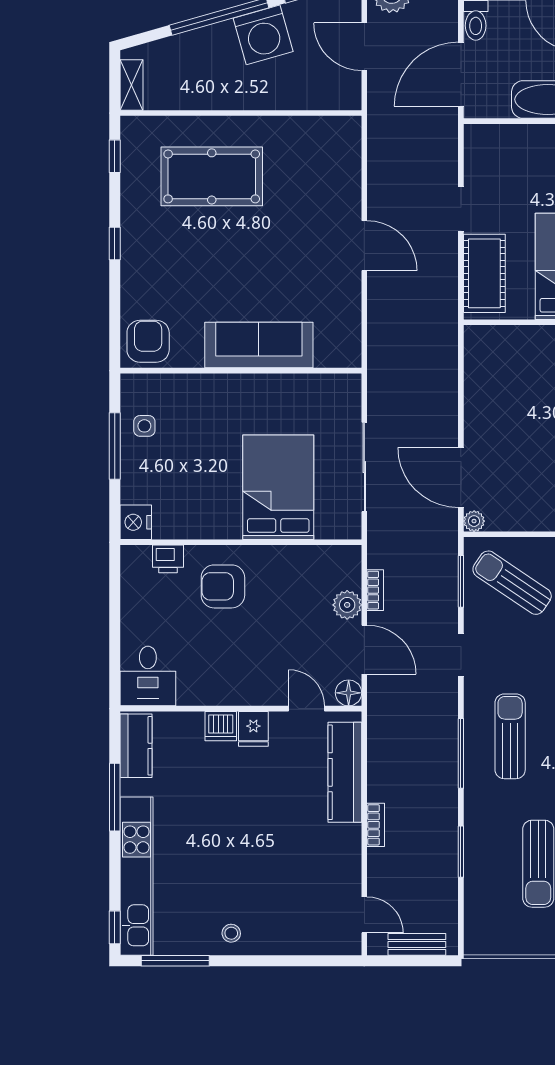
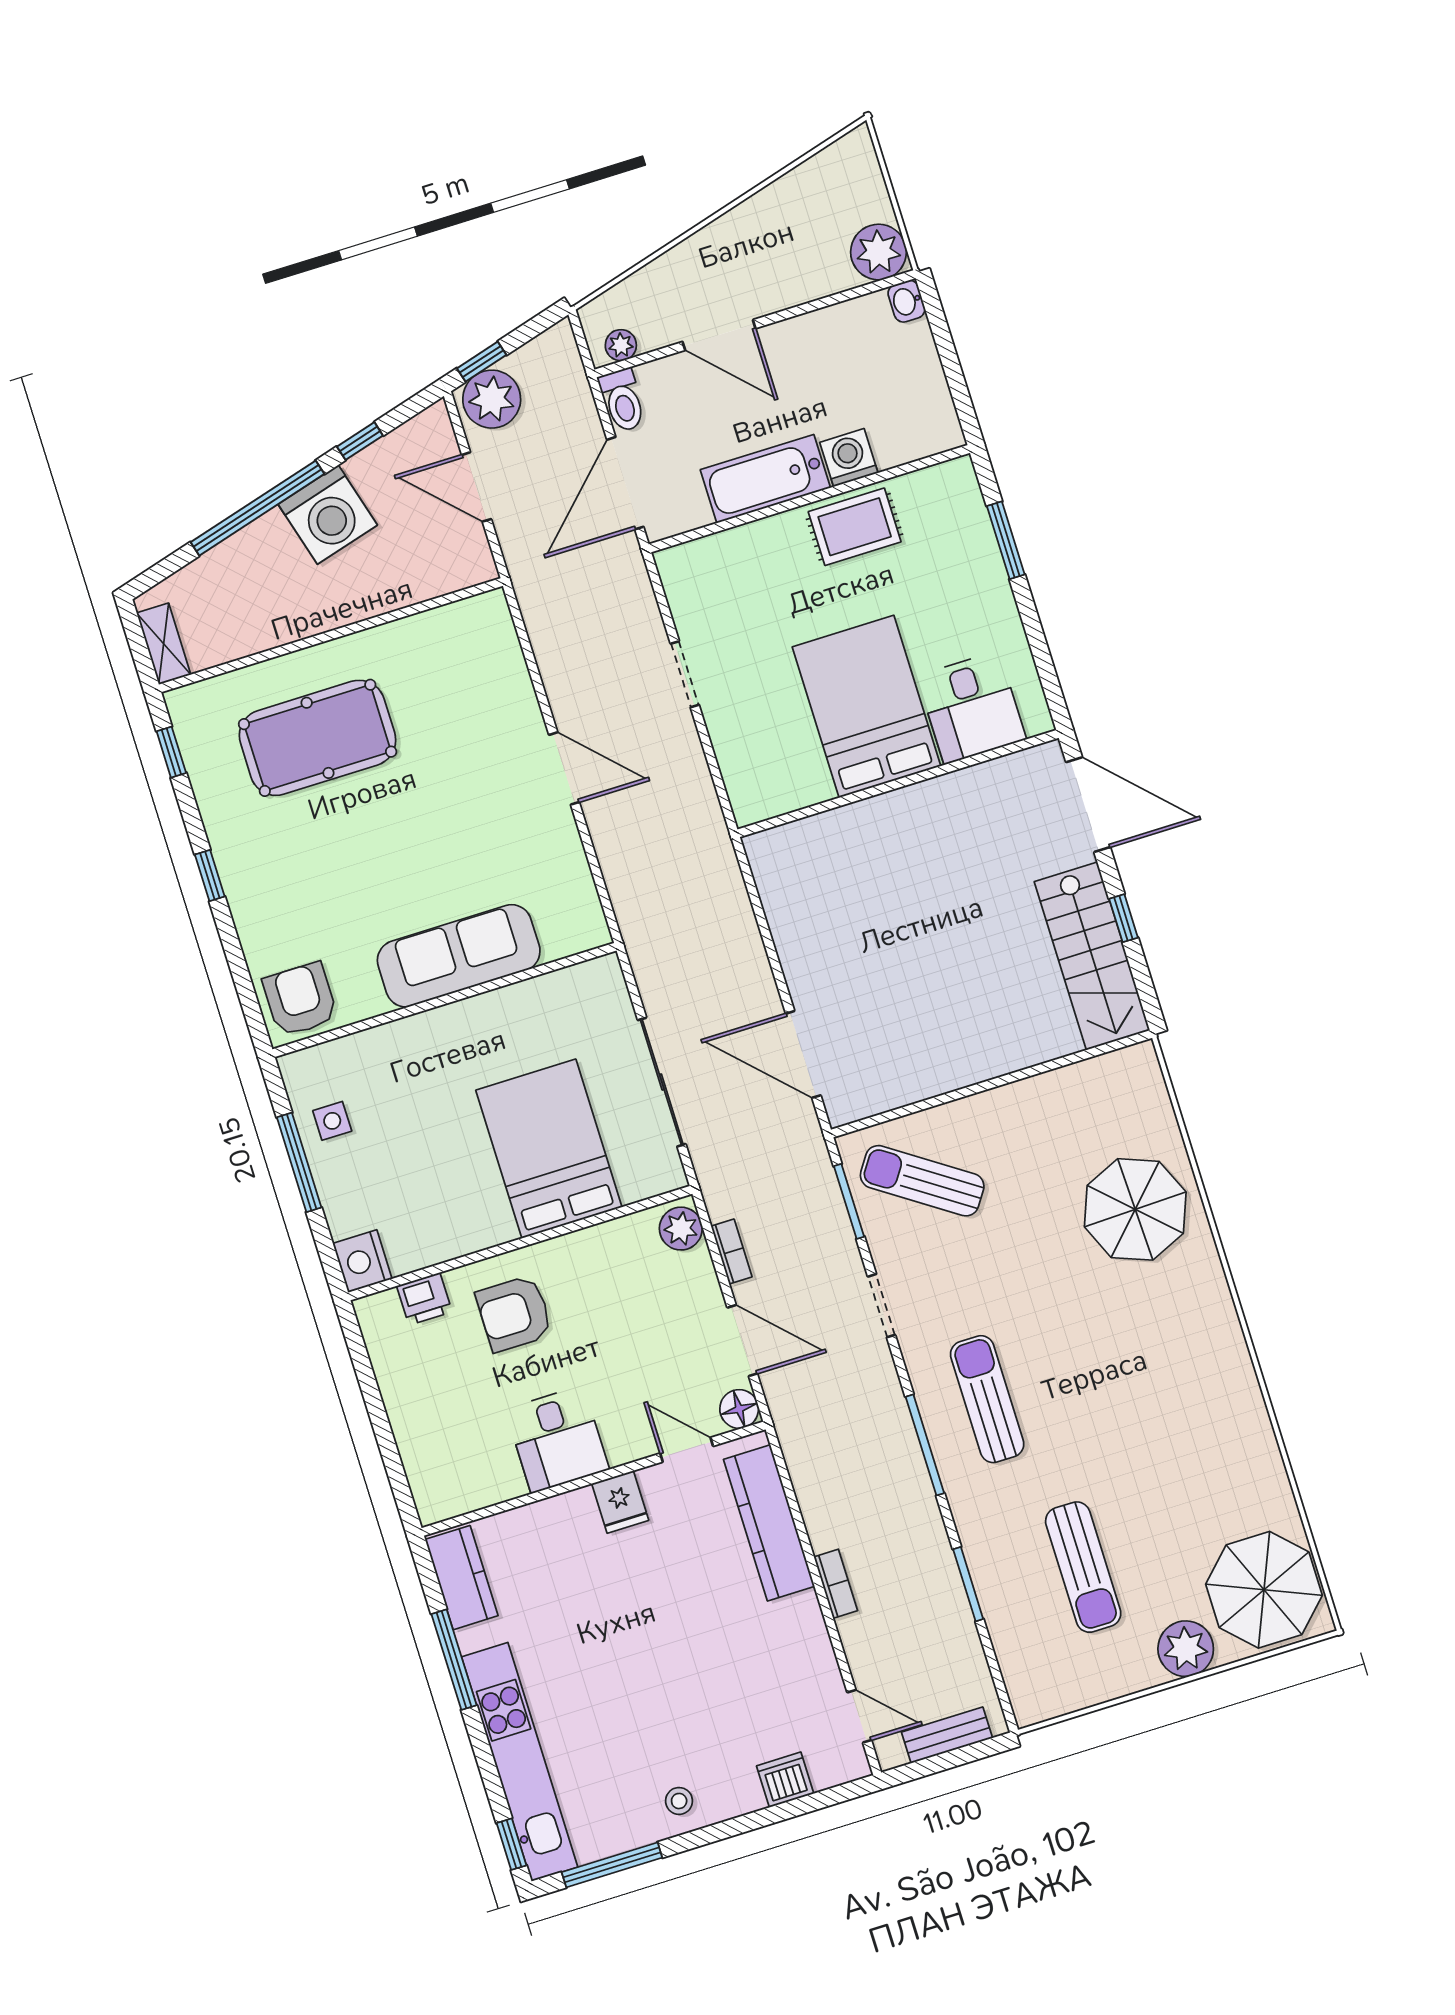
cot: (484, 273) -> (746, 755), removed
plant: (474, 521) -> (841, 1110), removed
plant: (347, 605) -> (681, 1229), moved
desk: (148, 676) -> (557, 1439), moved
dishwasher: (221, 726) -> (785, 1780), moved, turned 180

